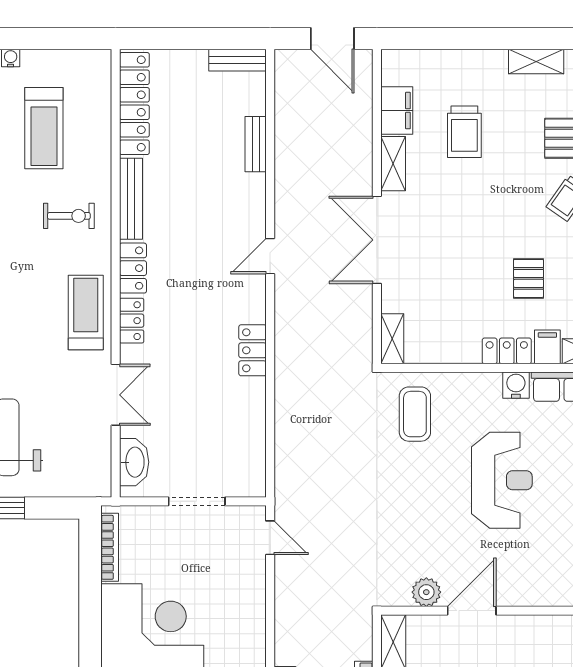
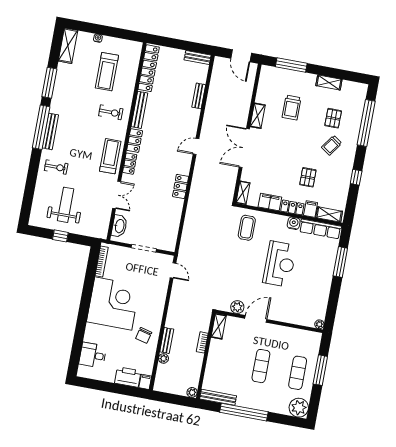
window: (446, 38) -> (291, 65), added
filing cabinet: (397, 111) -> (270, 202), moved, turned -90

